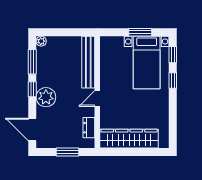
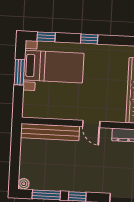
window: (173, 81) -> (89, 39), moved
plant: (46, 97) -> (87, 182), removed

